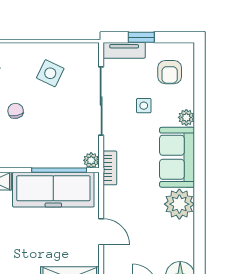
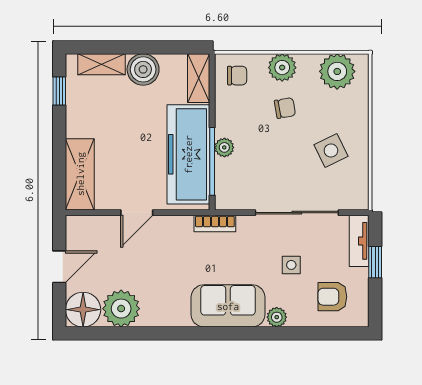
side table: (50, 73) -> (331, 151), turned 38
plant: (91, 160) -> (224, 147), moved
plant: (179, 204) -> (121, 309), moved

